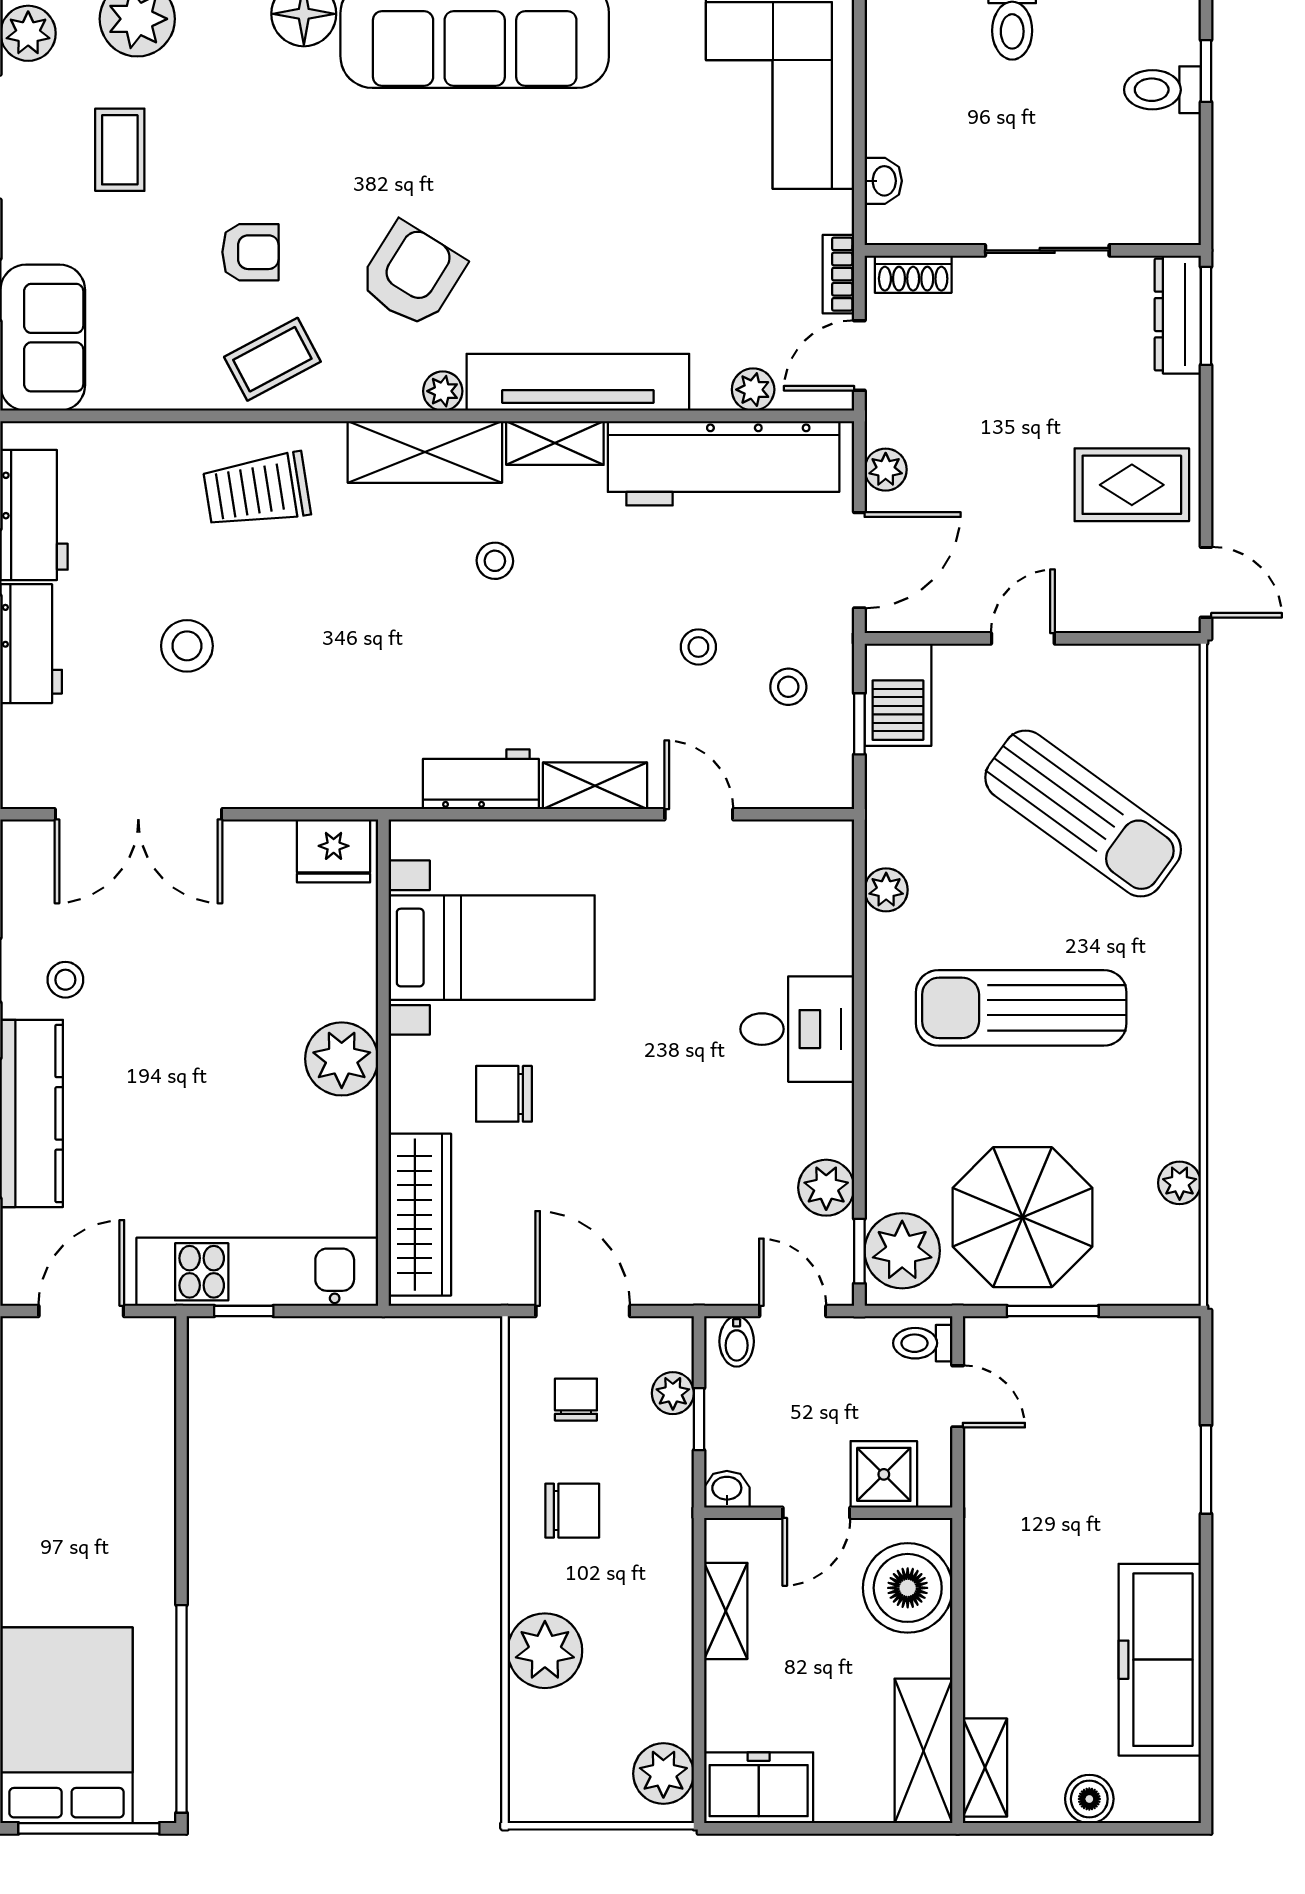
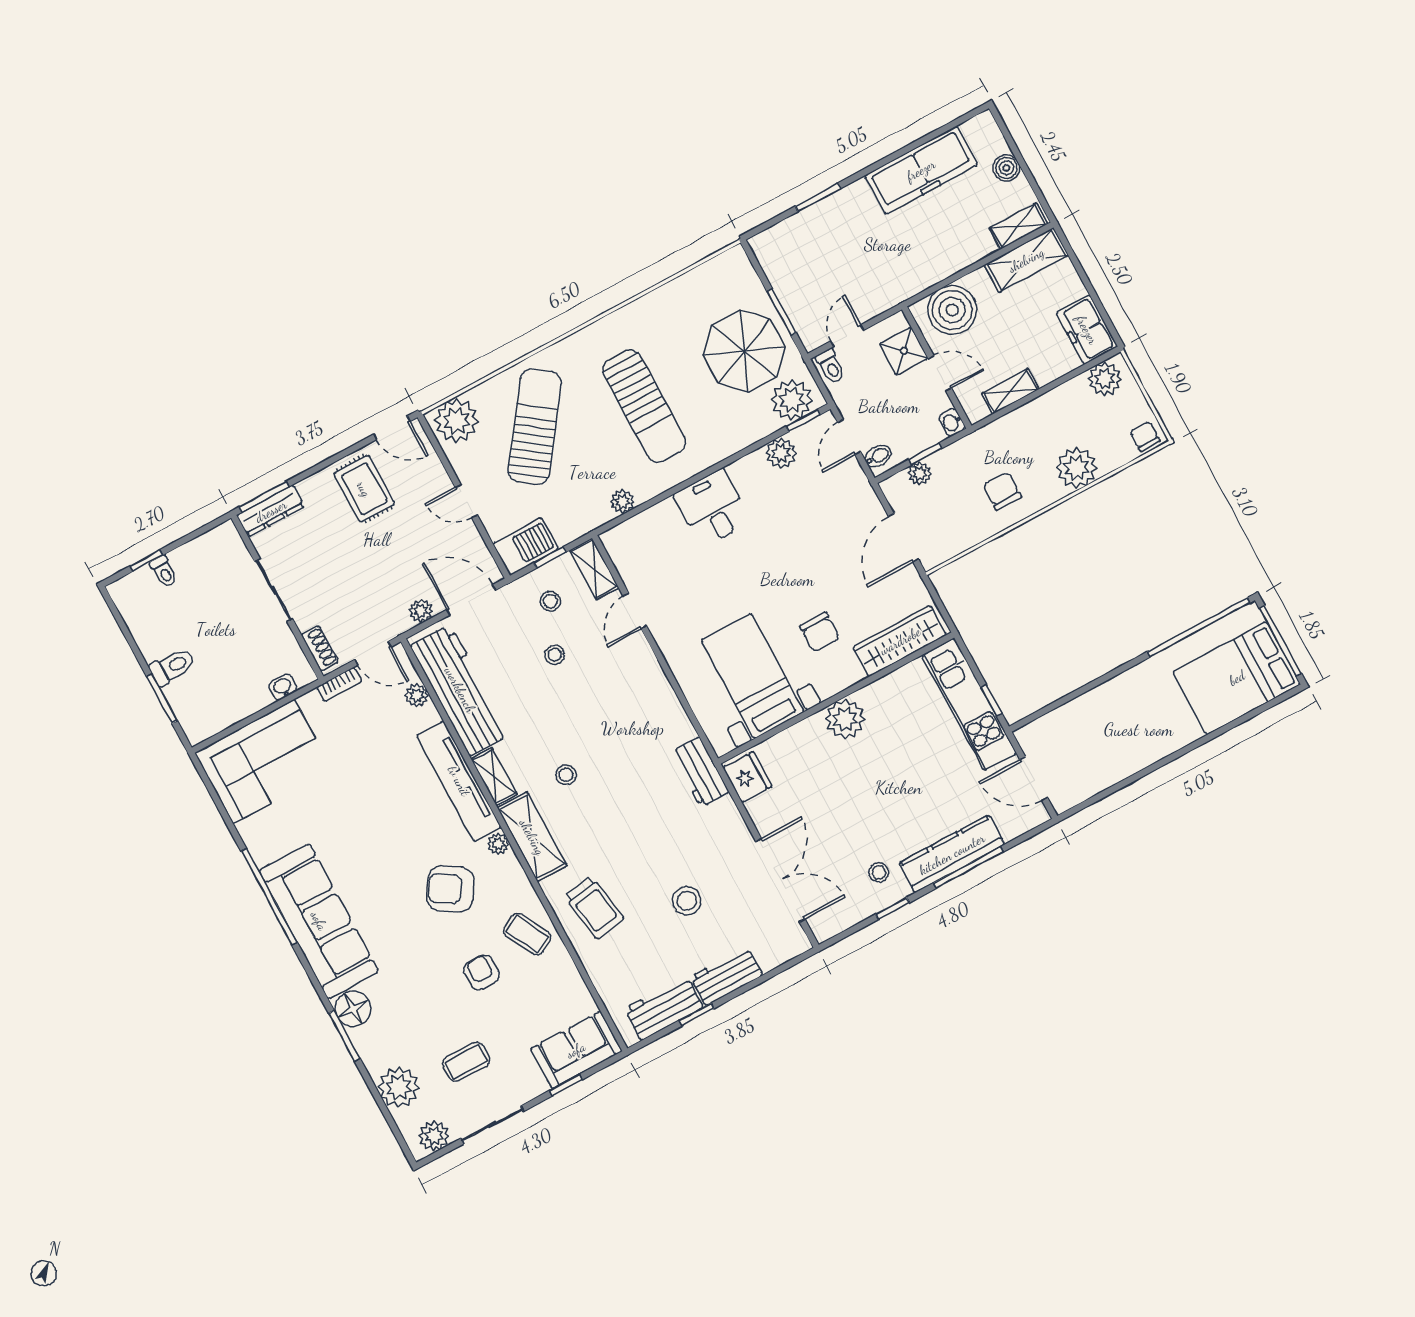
toilet: (1162, 90) -> (164, 571), width x0.73, depth x0.72
door: (1206, 582) -> (392, 428), swing flipped
workbench: (481, 779) -> (700, 772), moved
shelving: (595, 786) -> (594, 569), moved
plant: (1180, 1183) -> (456, 421), moved, width x1.87, depth x1.87
chair: (576, 1400) -> (1145, 436), moved, turned 90

